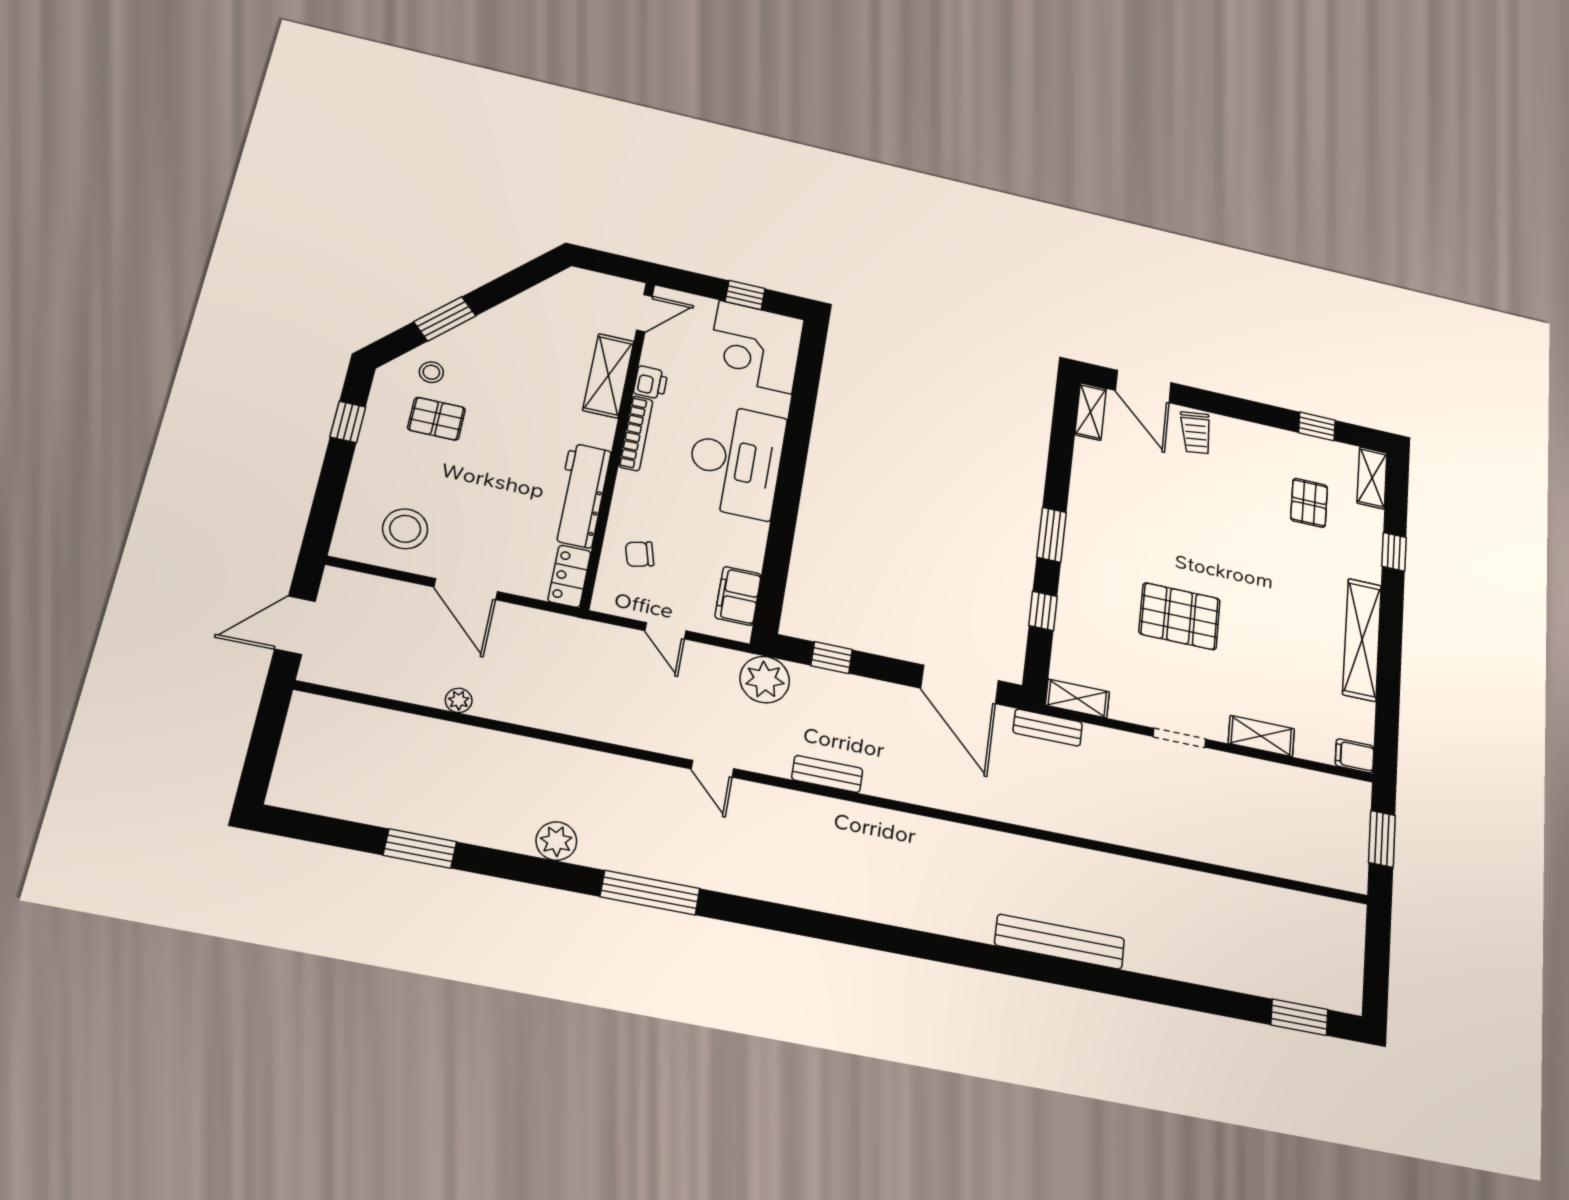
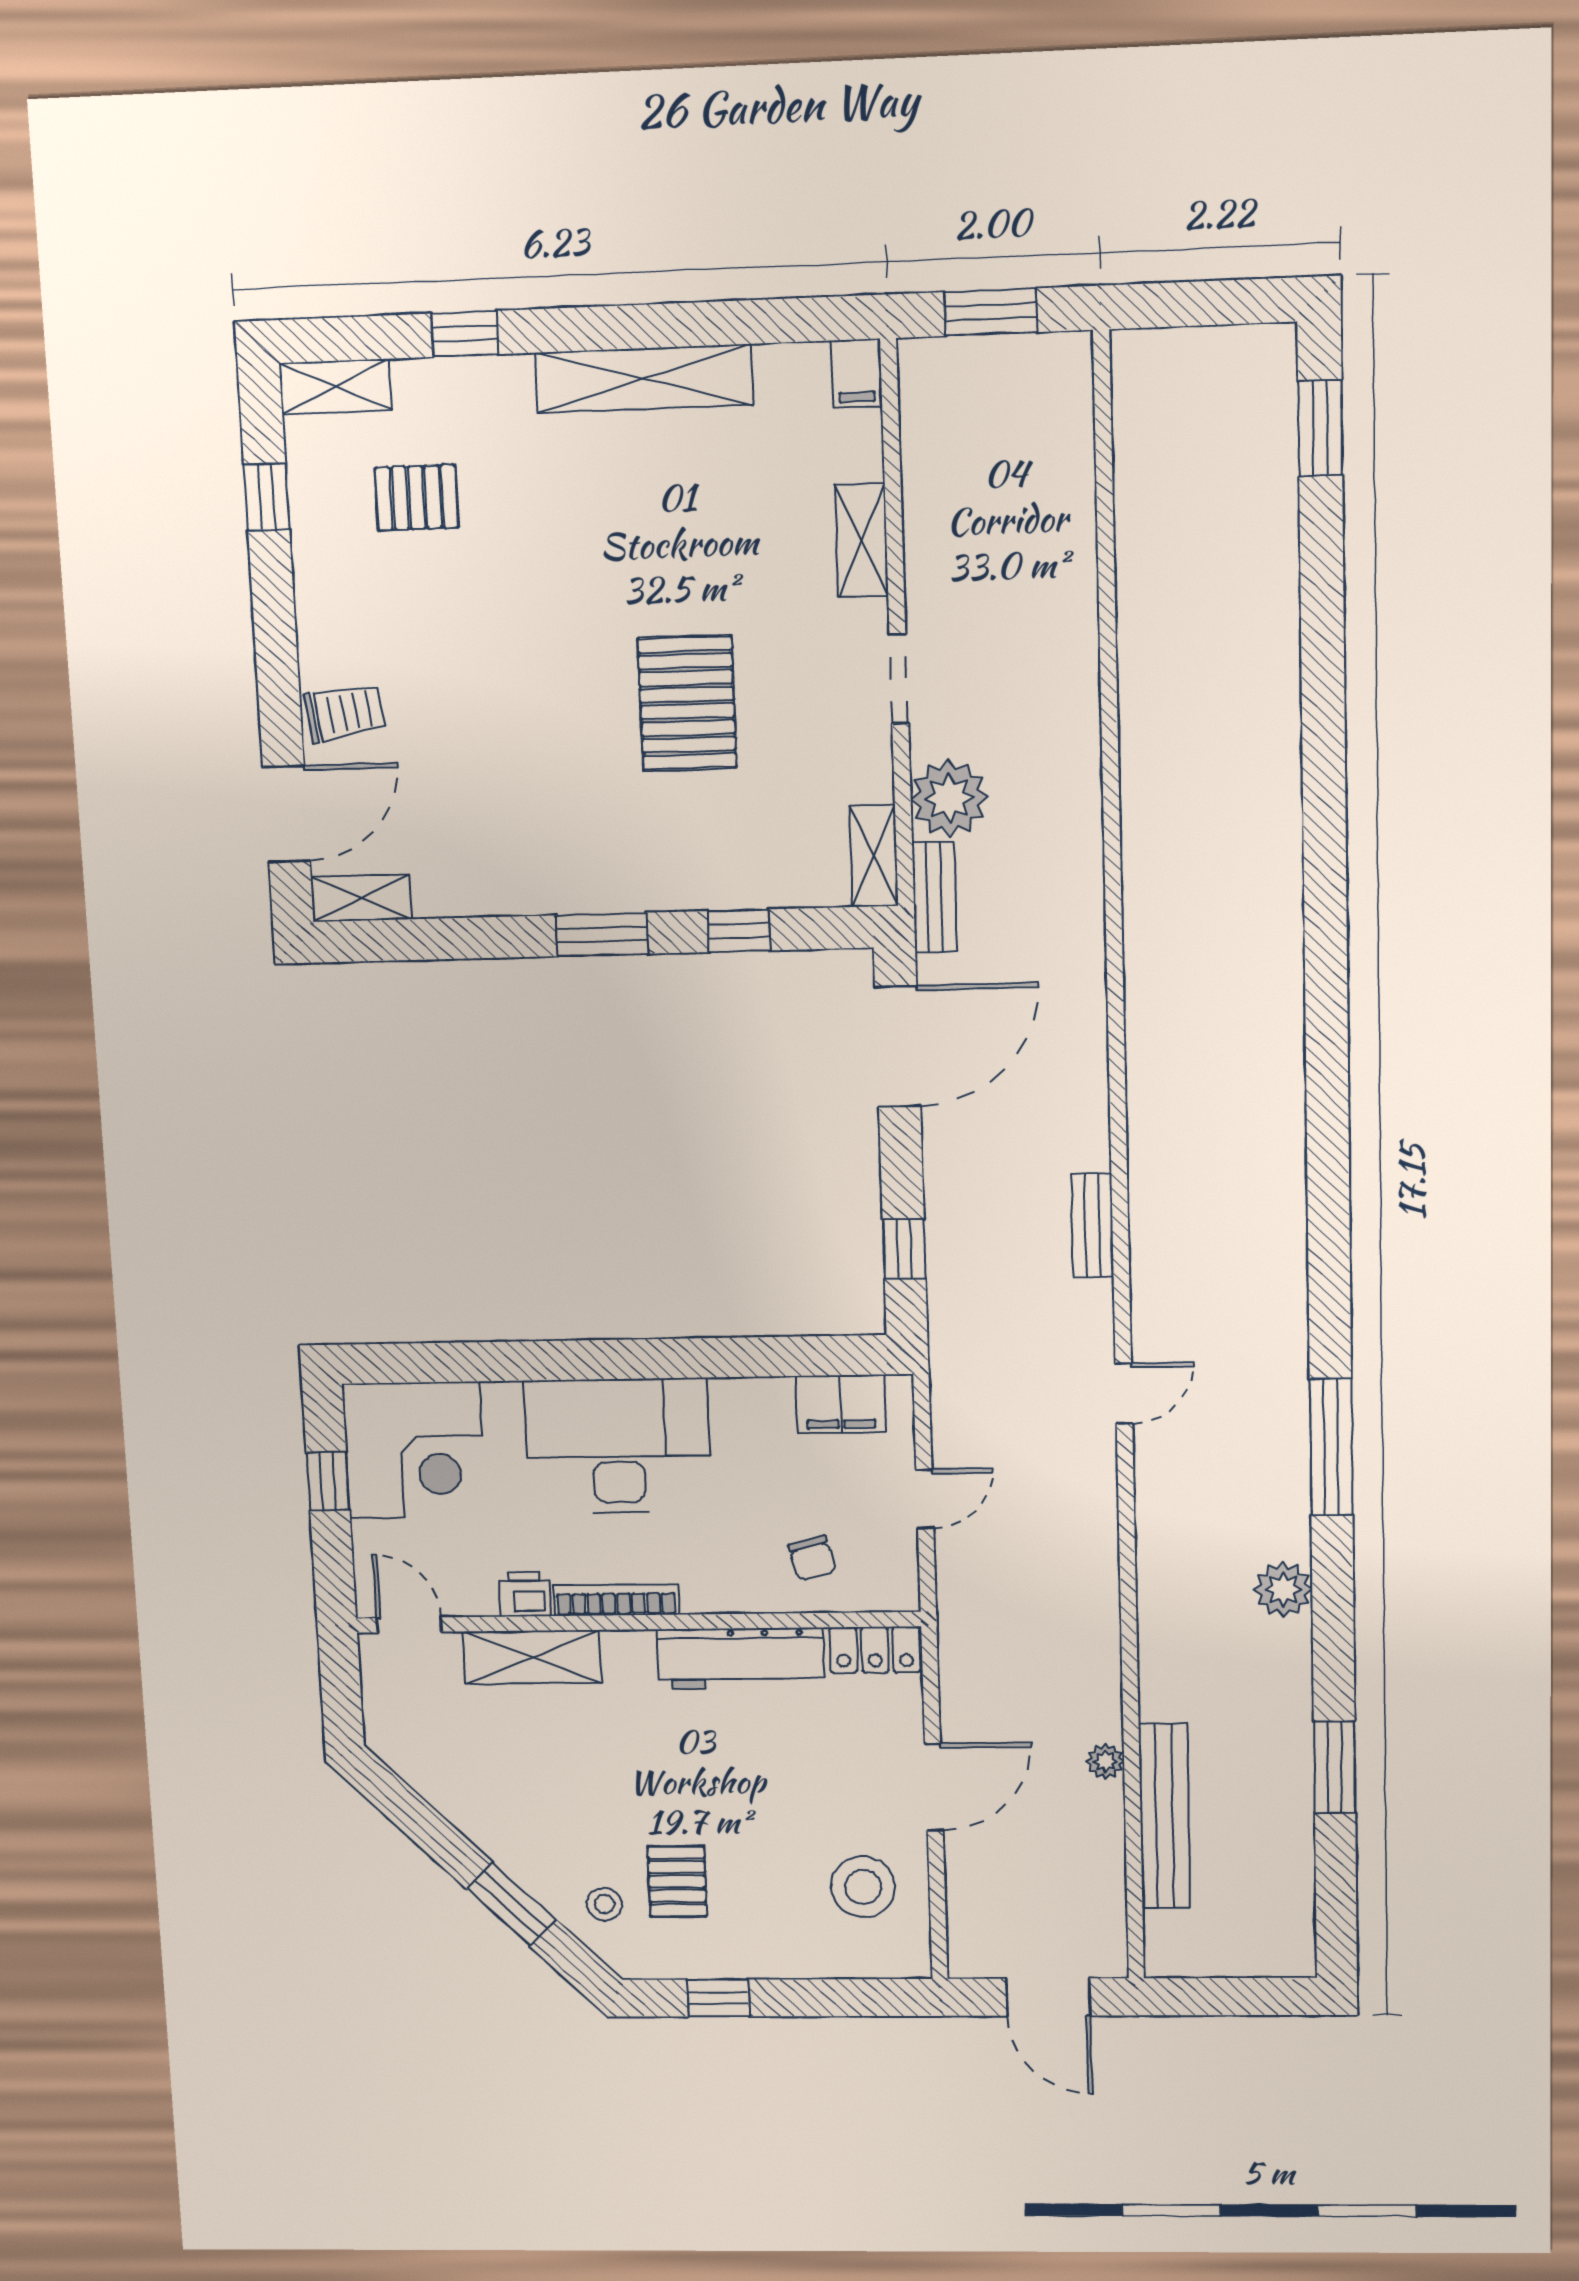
plant: (765, 680) -> (949, 798), moved
bench: (1060, 942) -> (1164, 1816), moved

